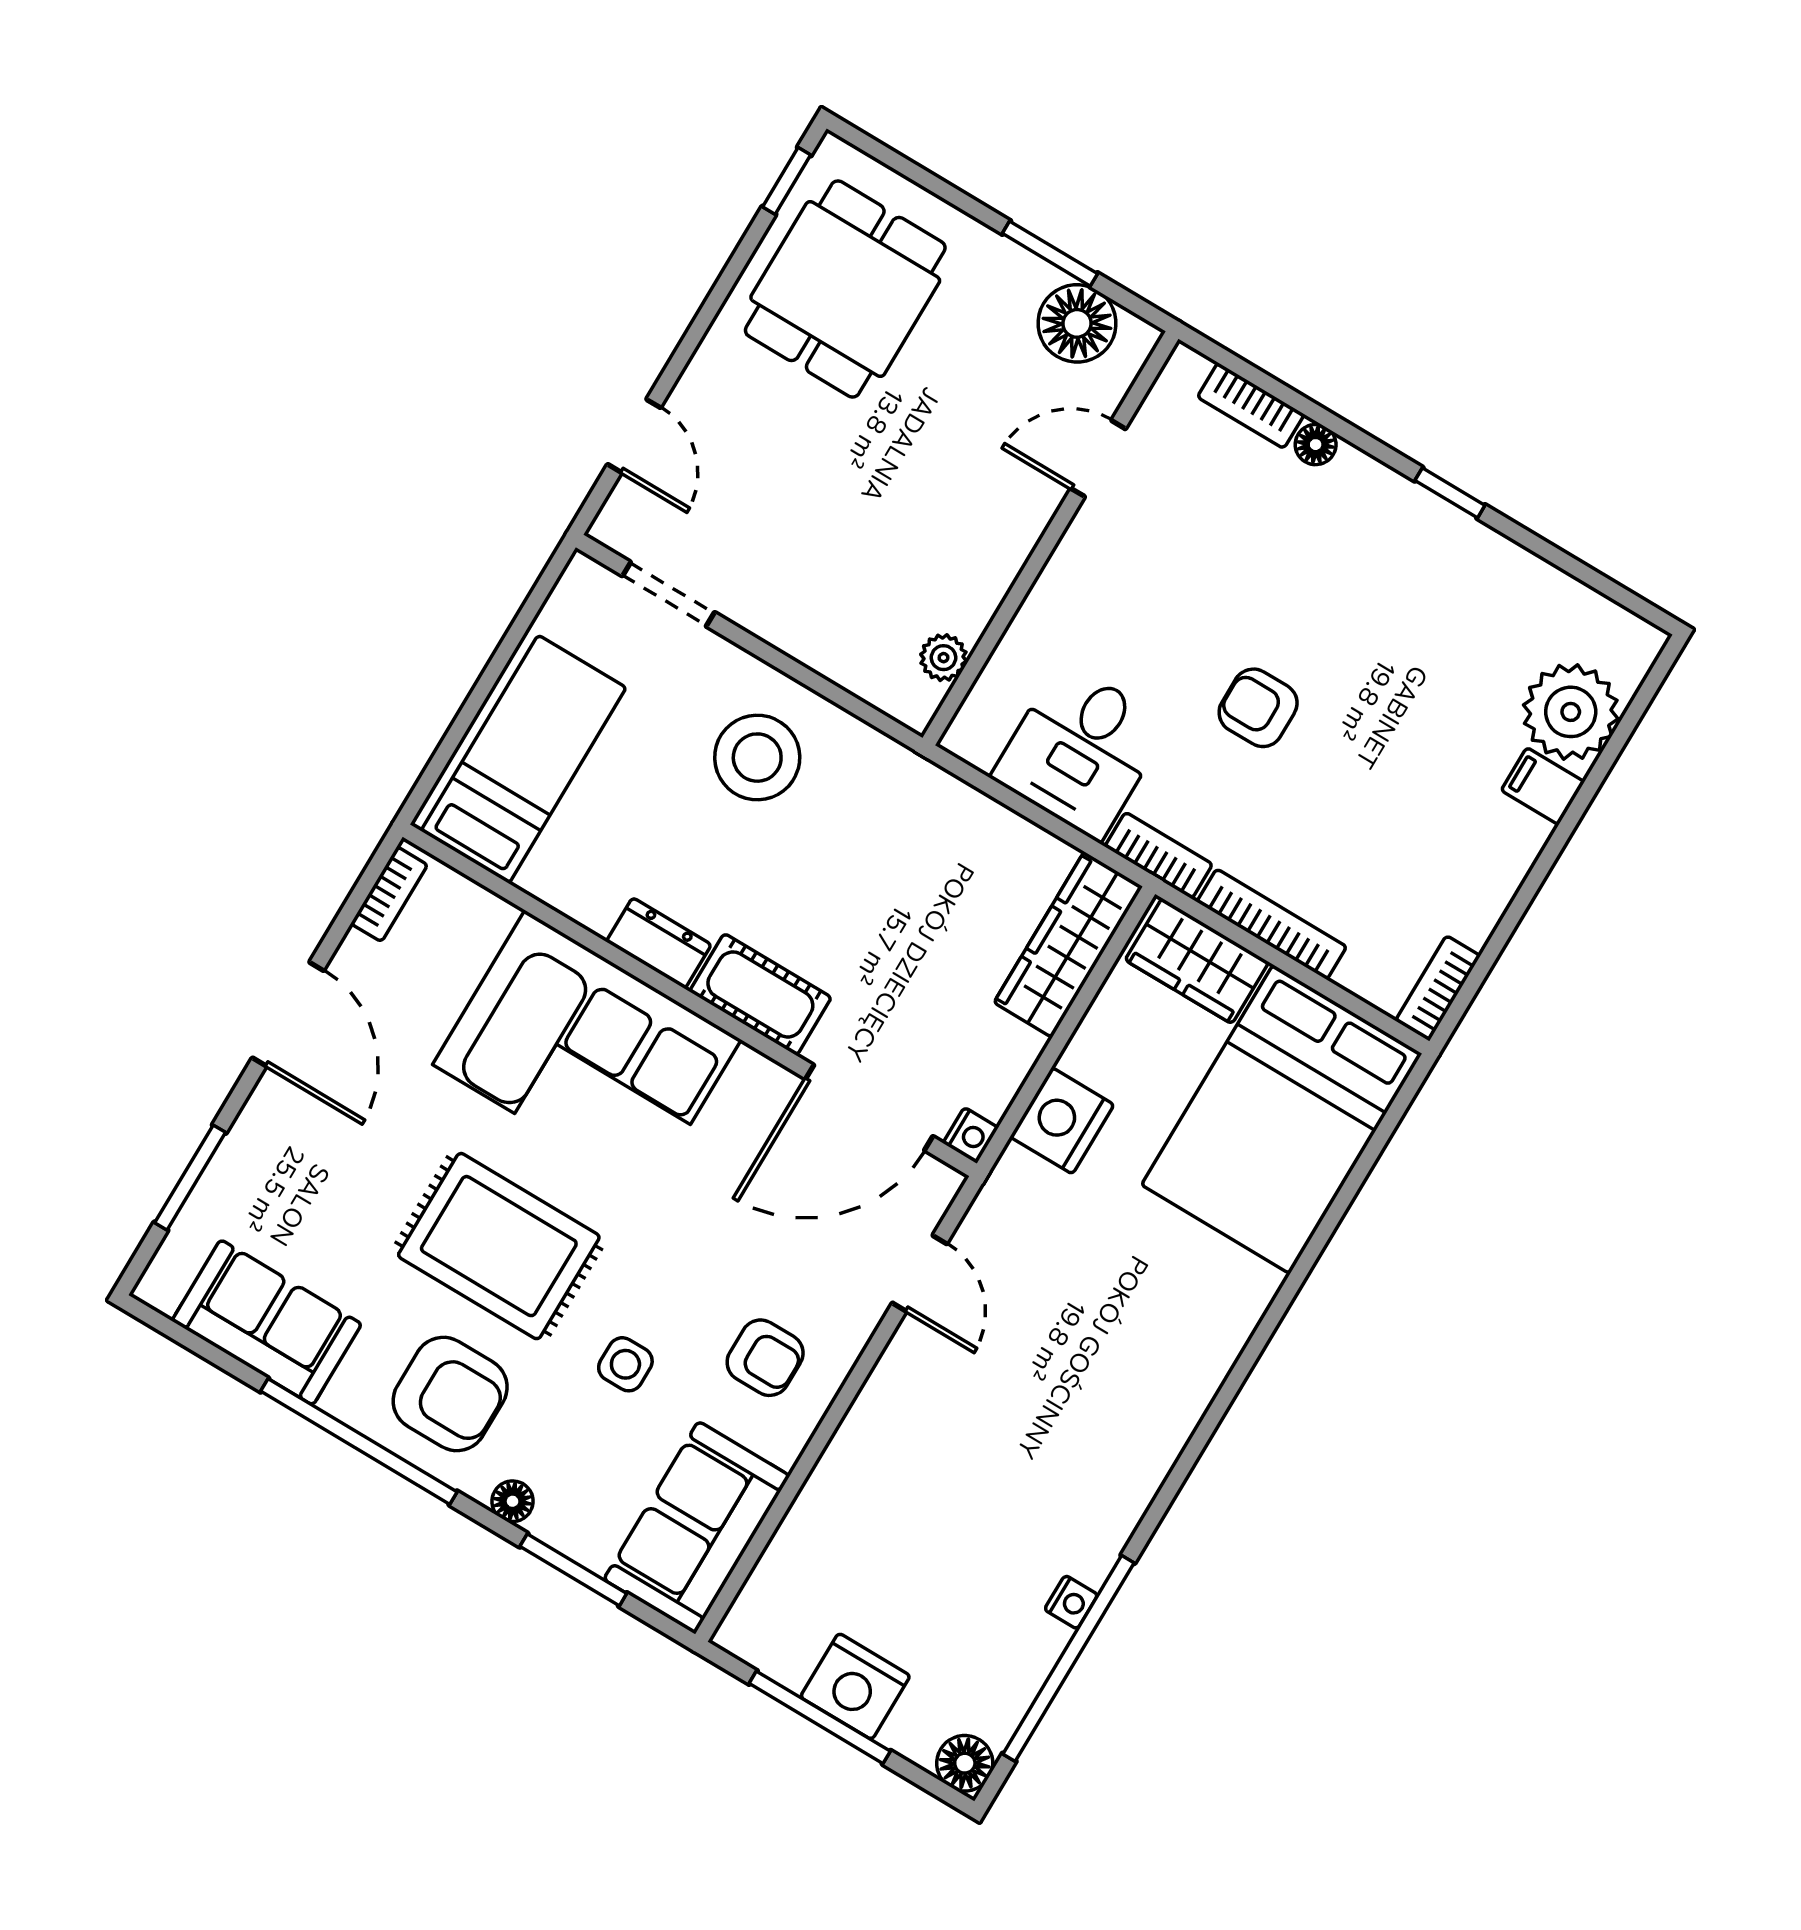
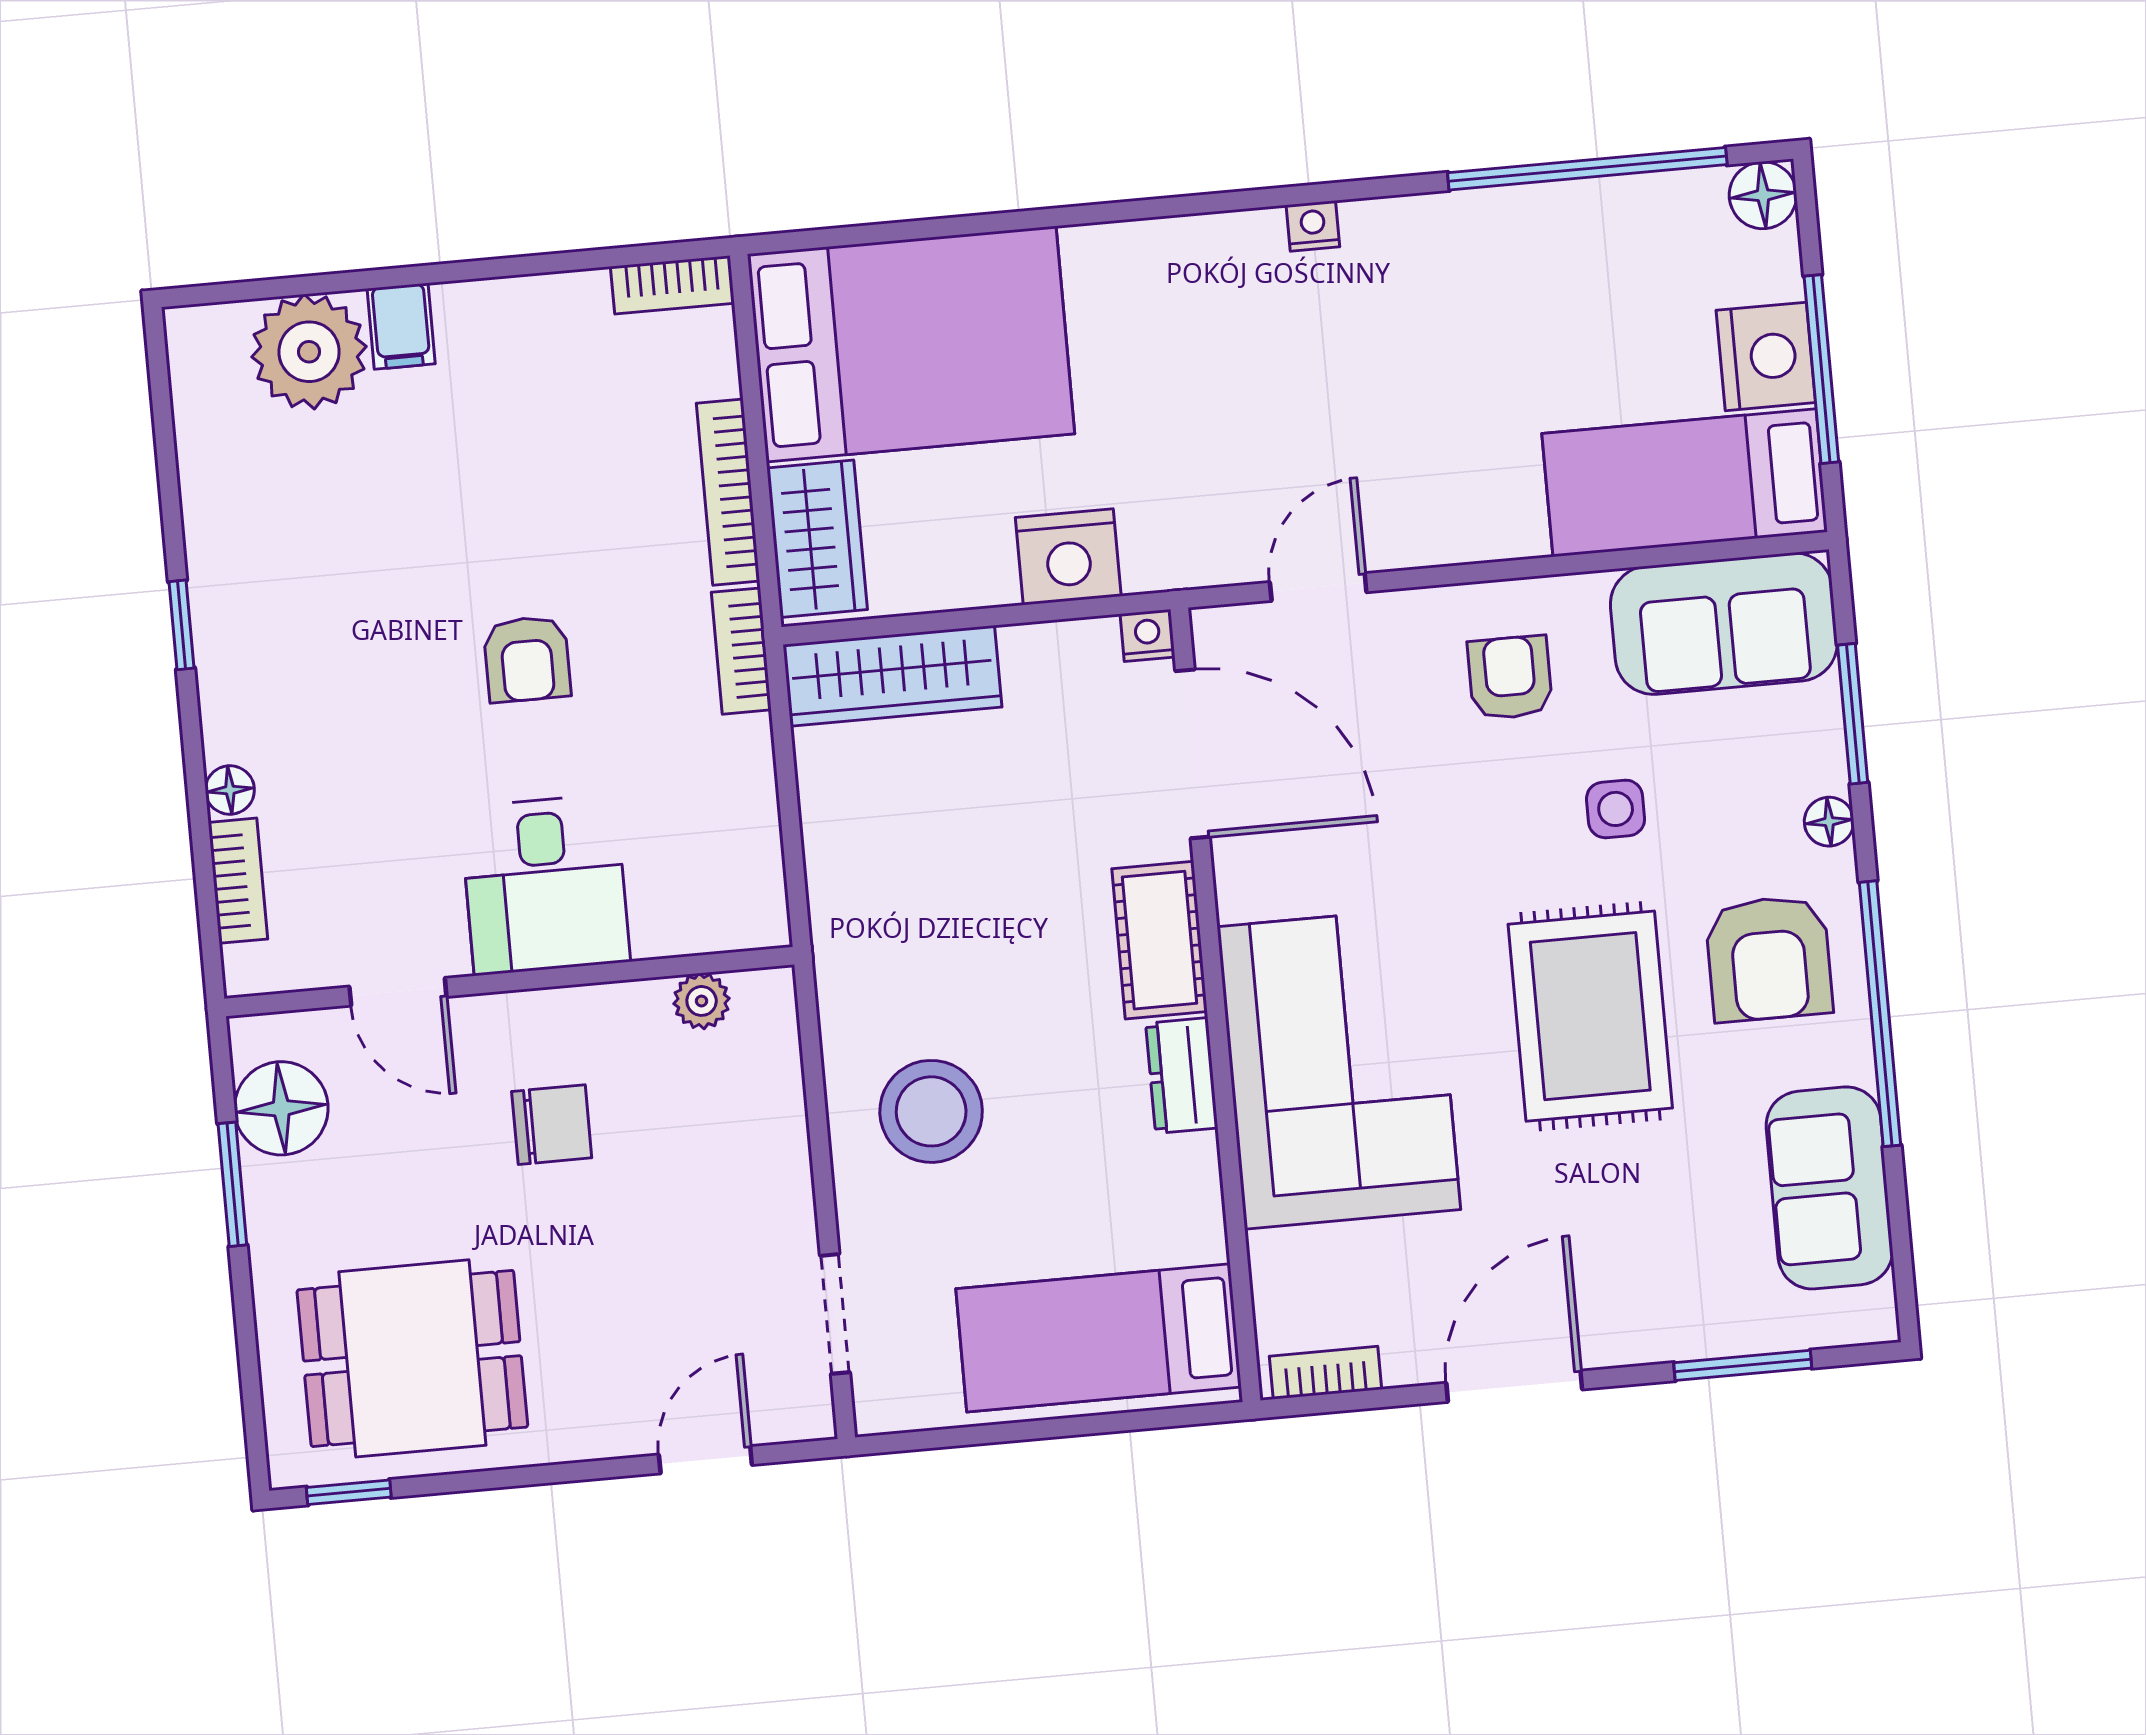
chair: (934, 497) -> (552, 1125), added
desk: (1081, 751) -> (545, 885), moved, turned 90
armchair: (450, 1394) -> (1769, 959), turned 180
bed: (810, 1570) -> (1685, 483), added
nightstand: (1071, 1602) -> (1313, 226), moved

